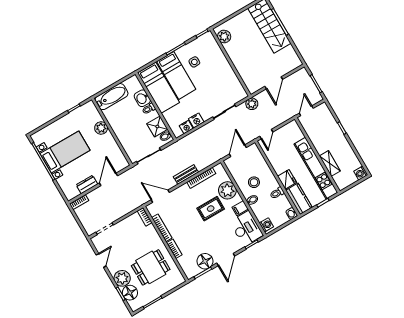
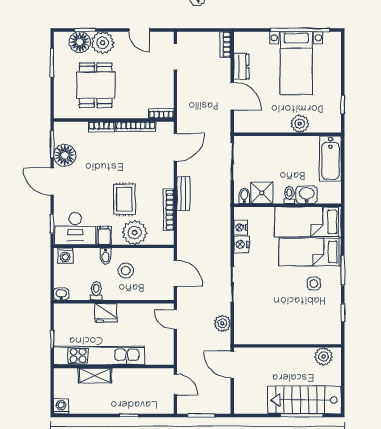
plant: (224, 36) -> (324, 357), moved
wall: (231, 62) -> (288, 346), moved
kitchen counter: (299, 199) -> (74, 313), removed

